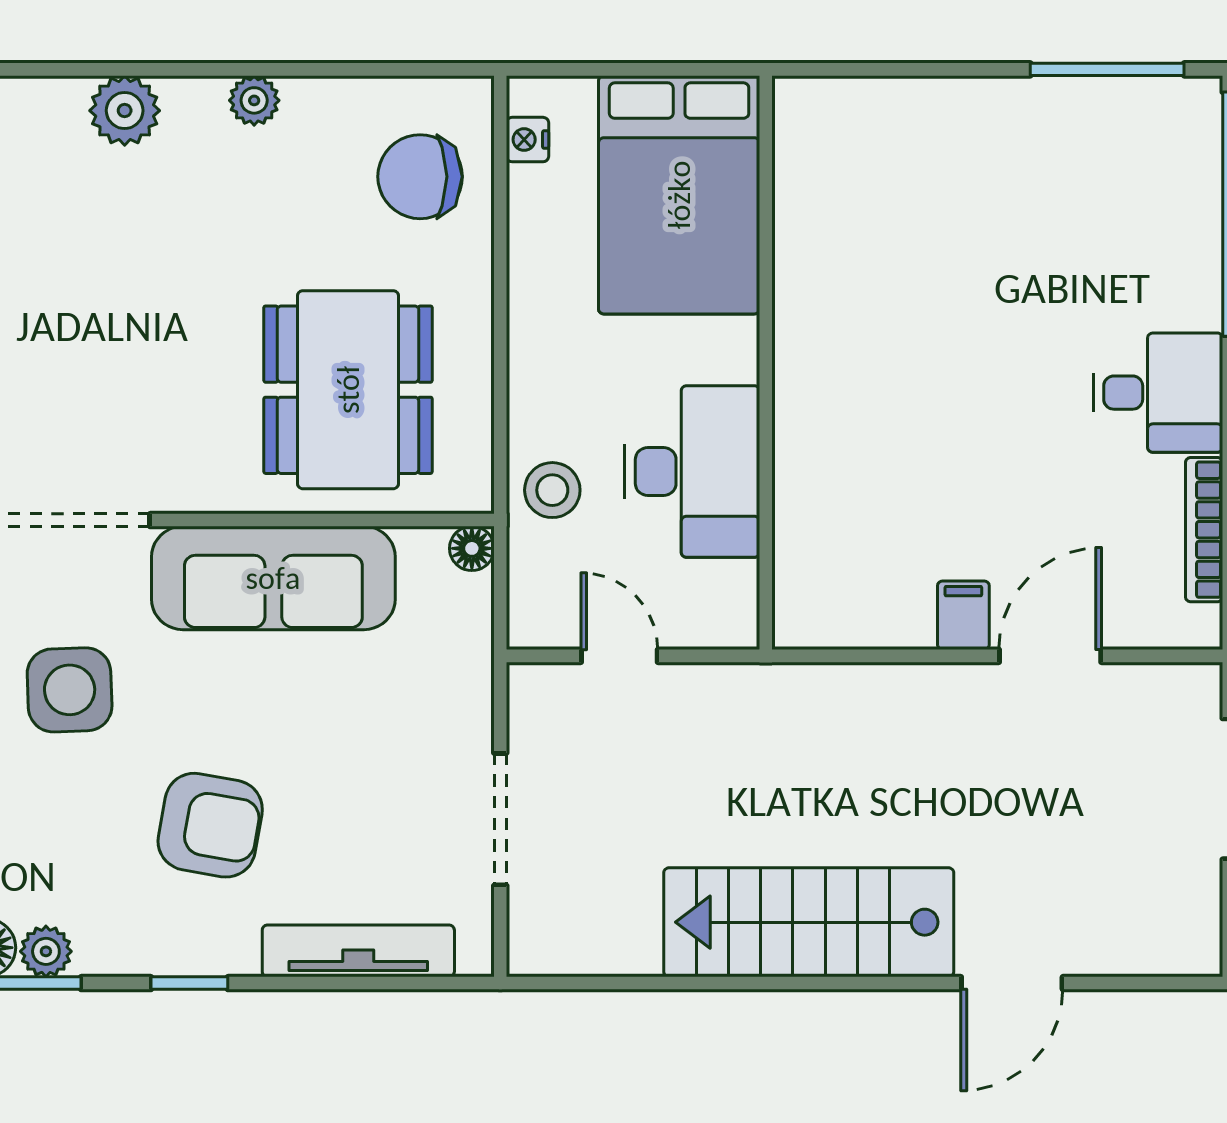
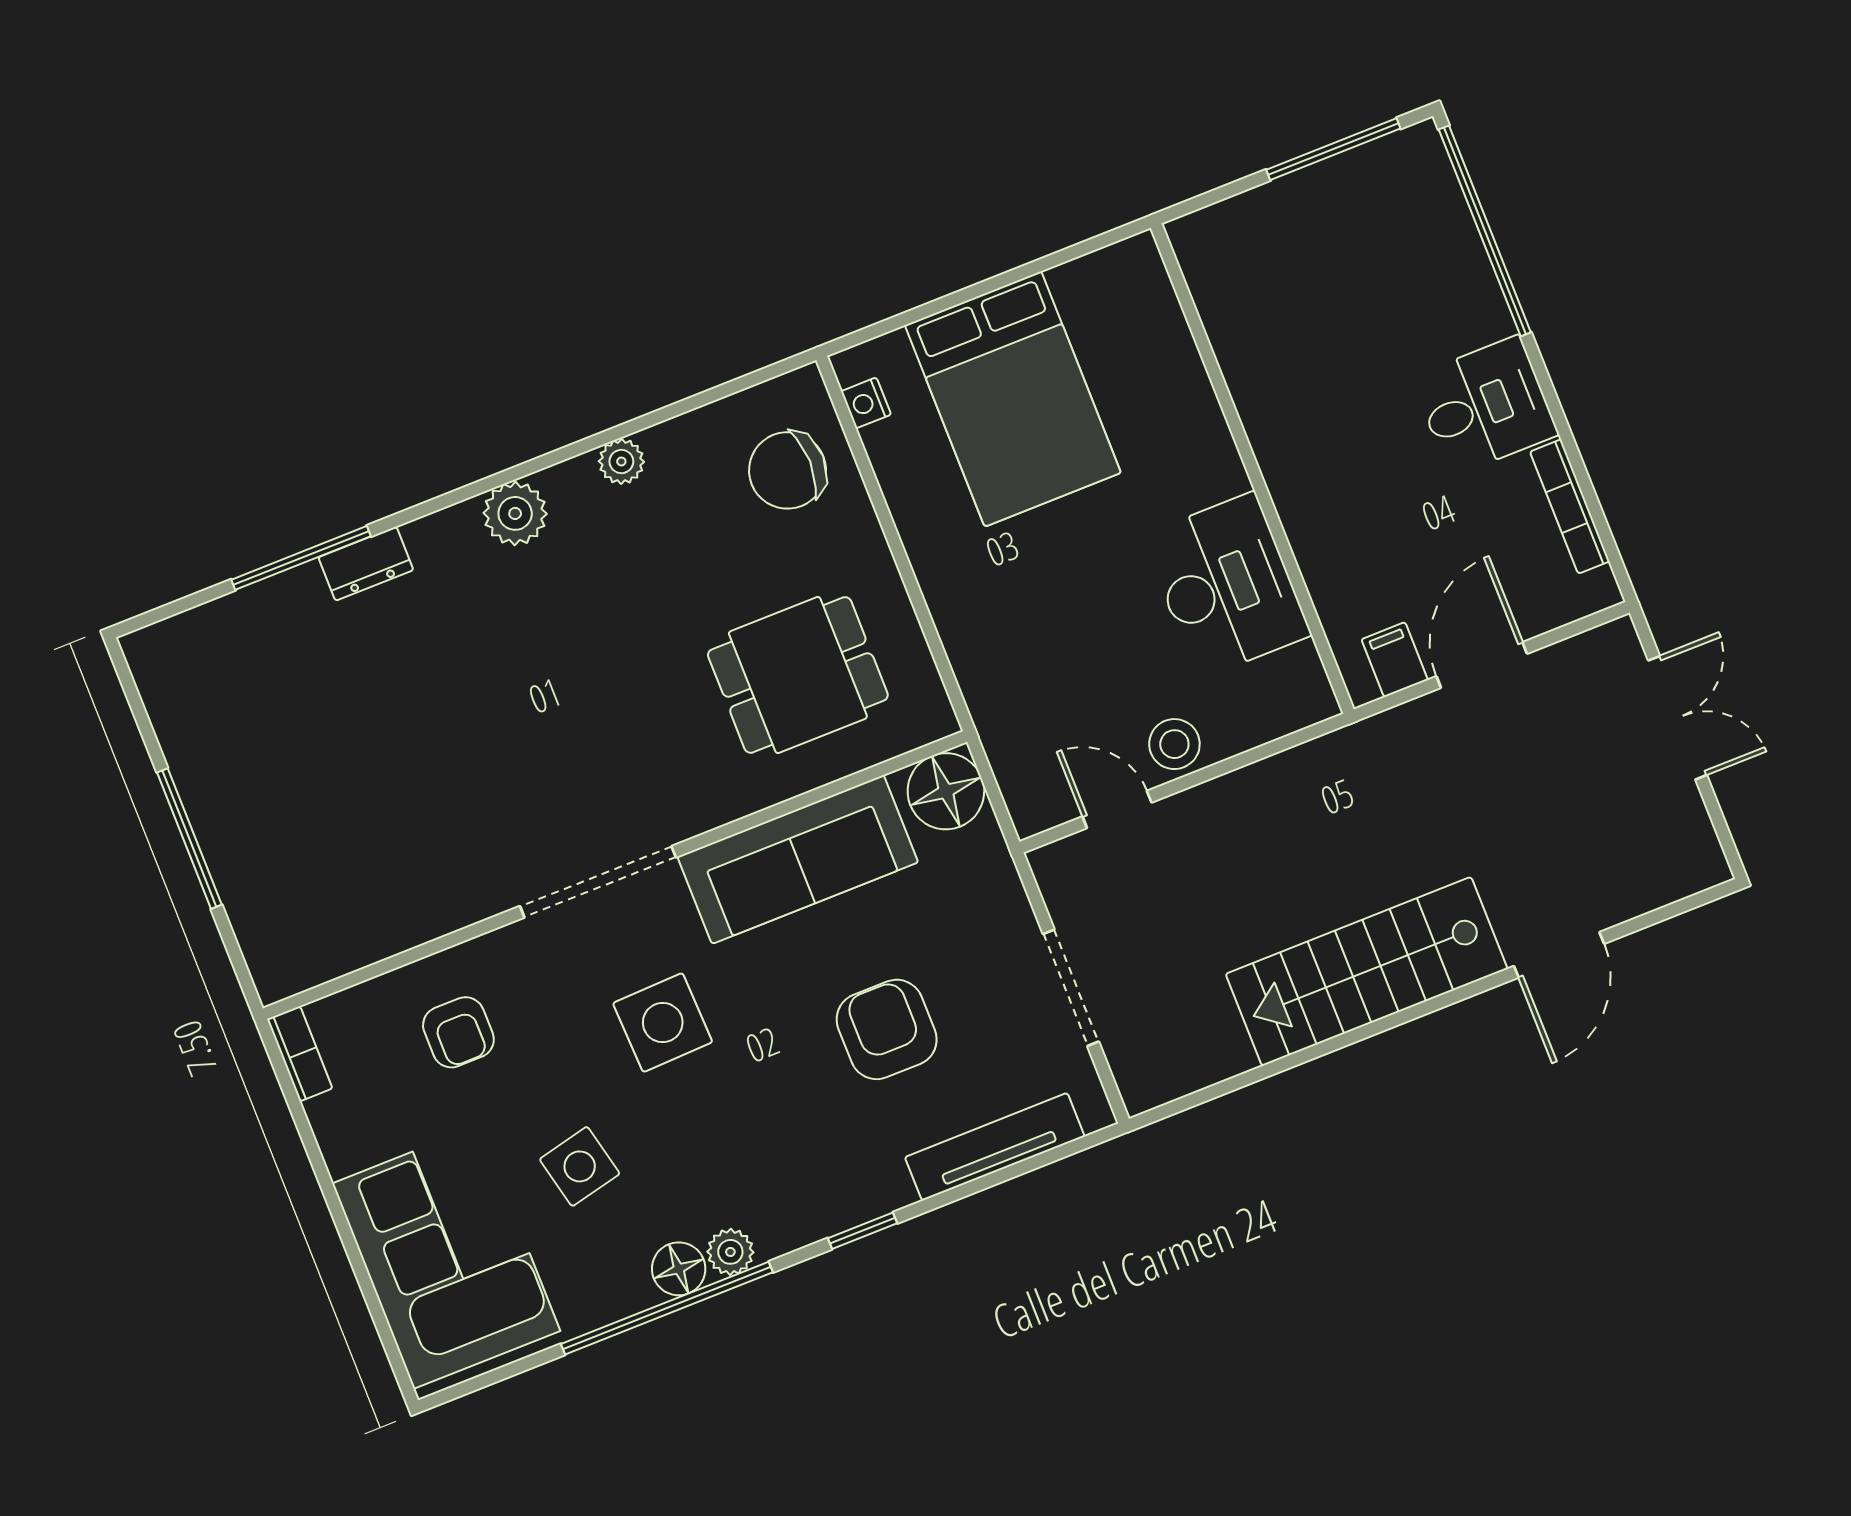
wall: (766, 363) -> (1252, 469), moved
dining table: (348, 390) -> (798, 675), width x0.73
desk: (692, 472) -> (1226, 585), moved
stool: (552, 490) -> (1174, 744), moved
floor lamp: (472, 548) -> (946, 791), width x1.89, depth x1.89
armchair: (210, 825) -> (887, 1029), moved, turned -100

